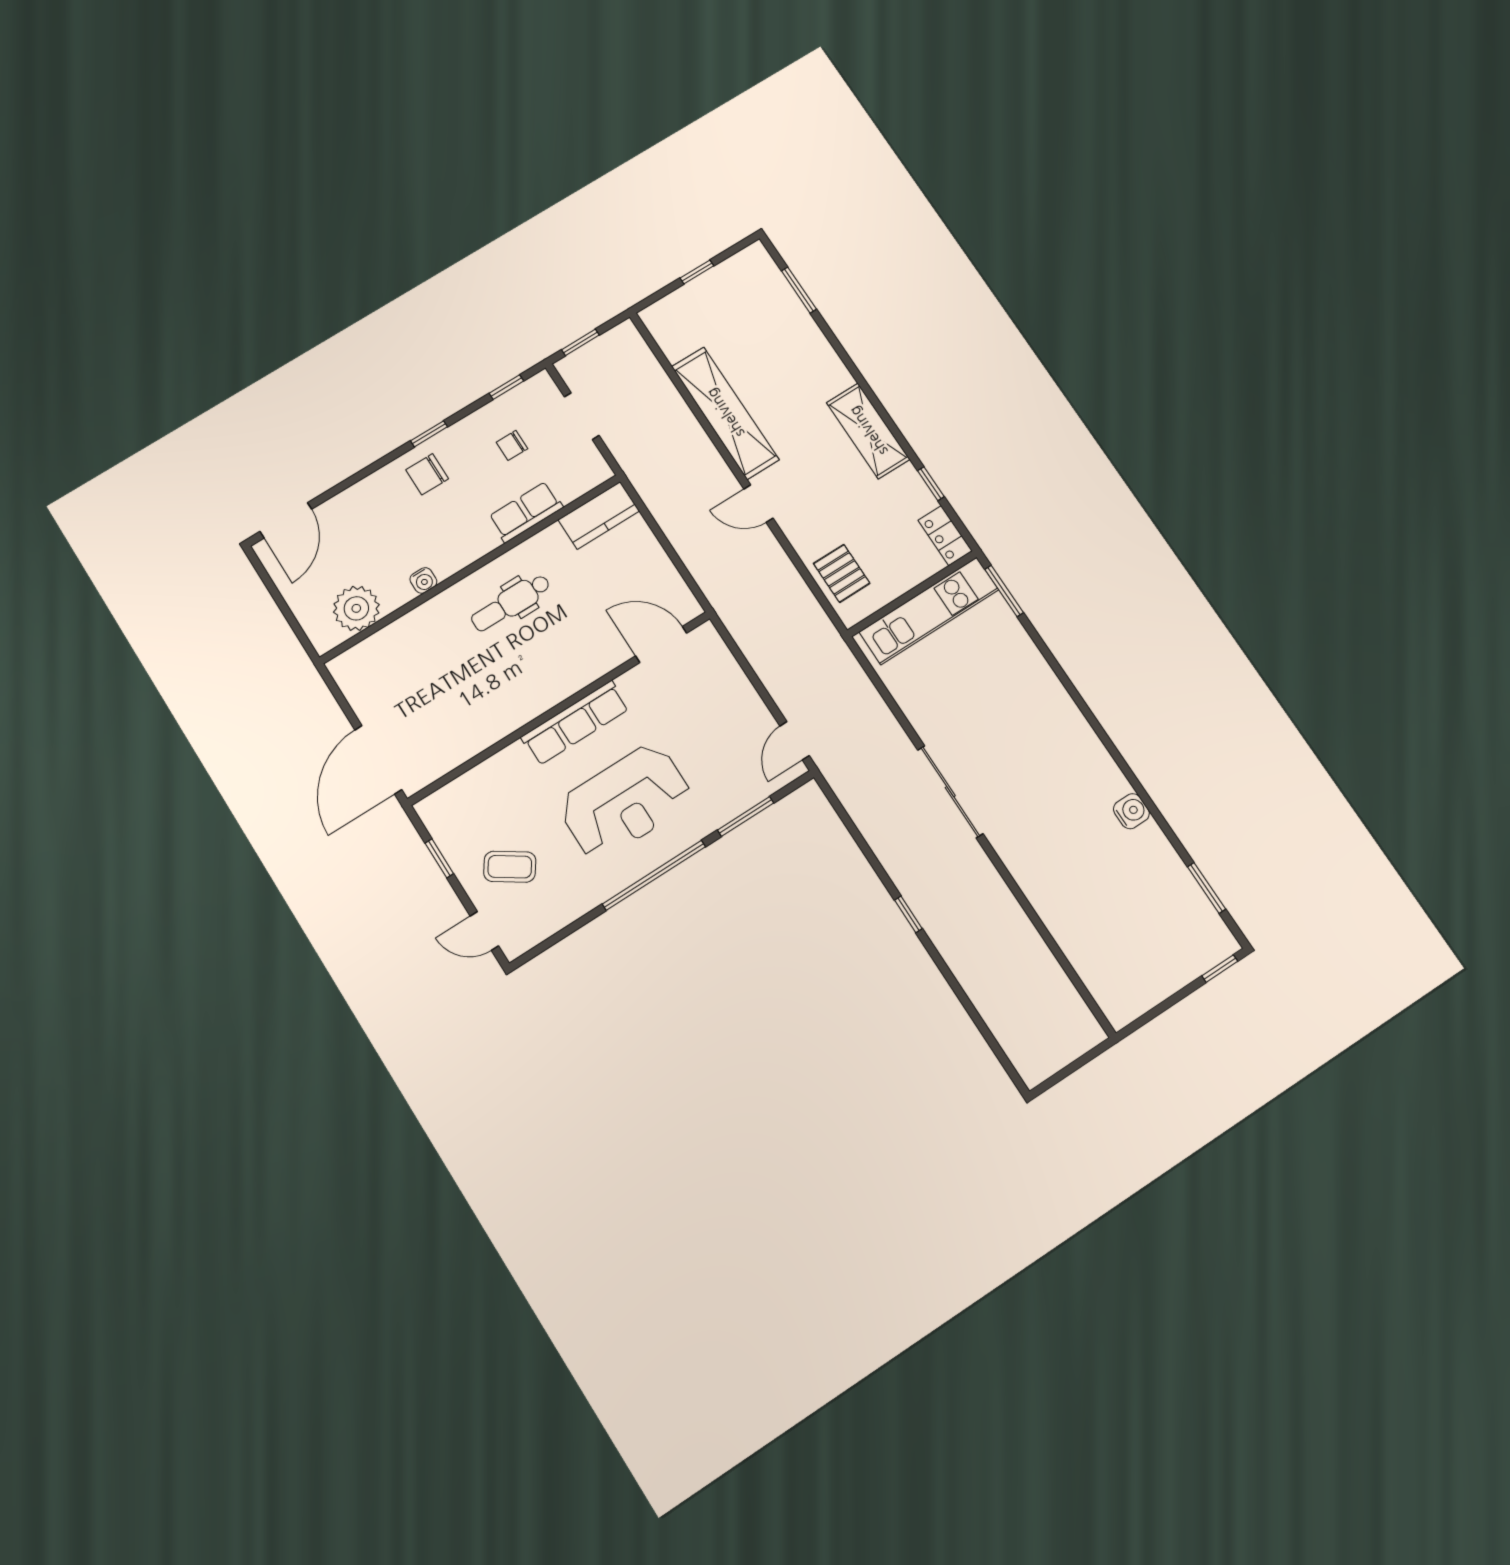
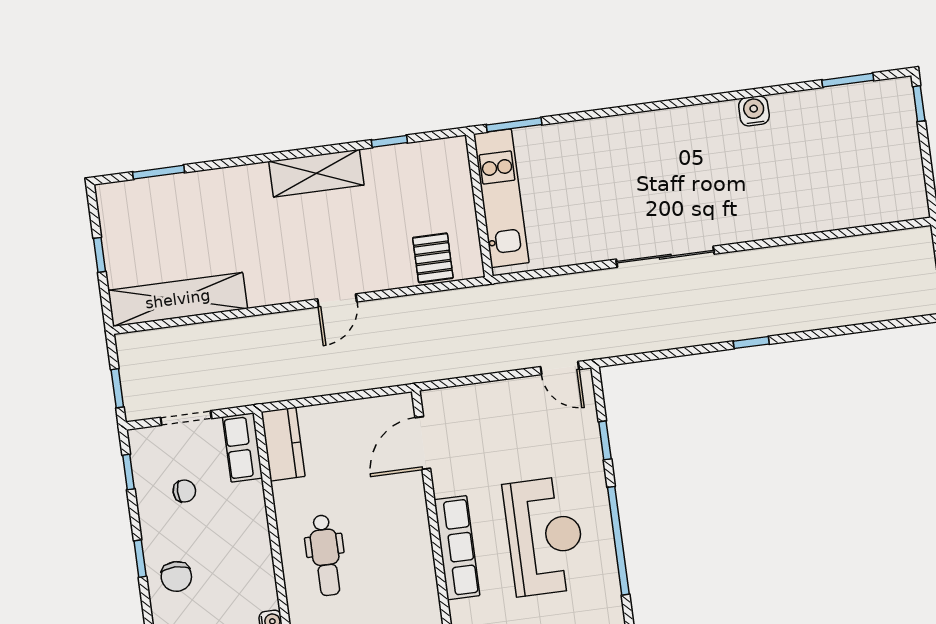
shelving: (725, 413) -> (178, 299), moved
chair: (512, 445) -> (184, 491), turned -90
row of seats: (526, 512) -> (242, 447), moved
locker: (945, 536) -> (441, 152), removed
pallet: (842, 573) -> (433, 258), turned 90
window: (746, 817) -> (605, 440), width x0.67

